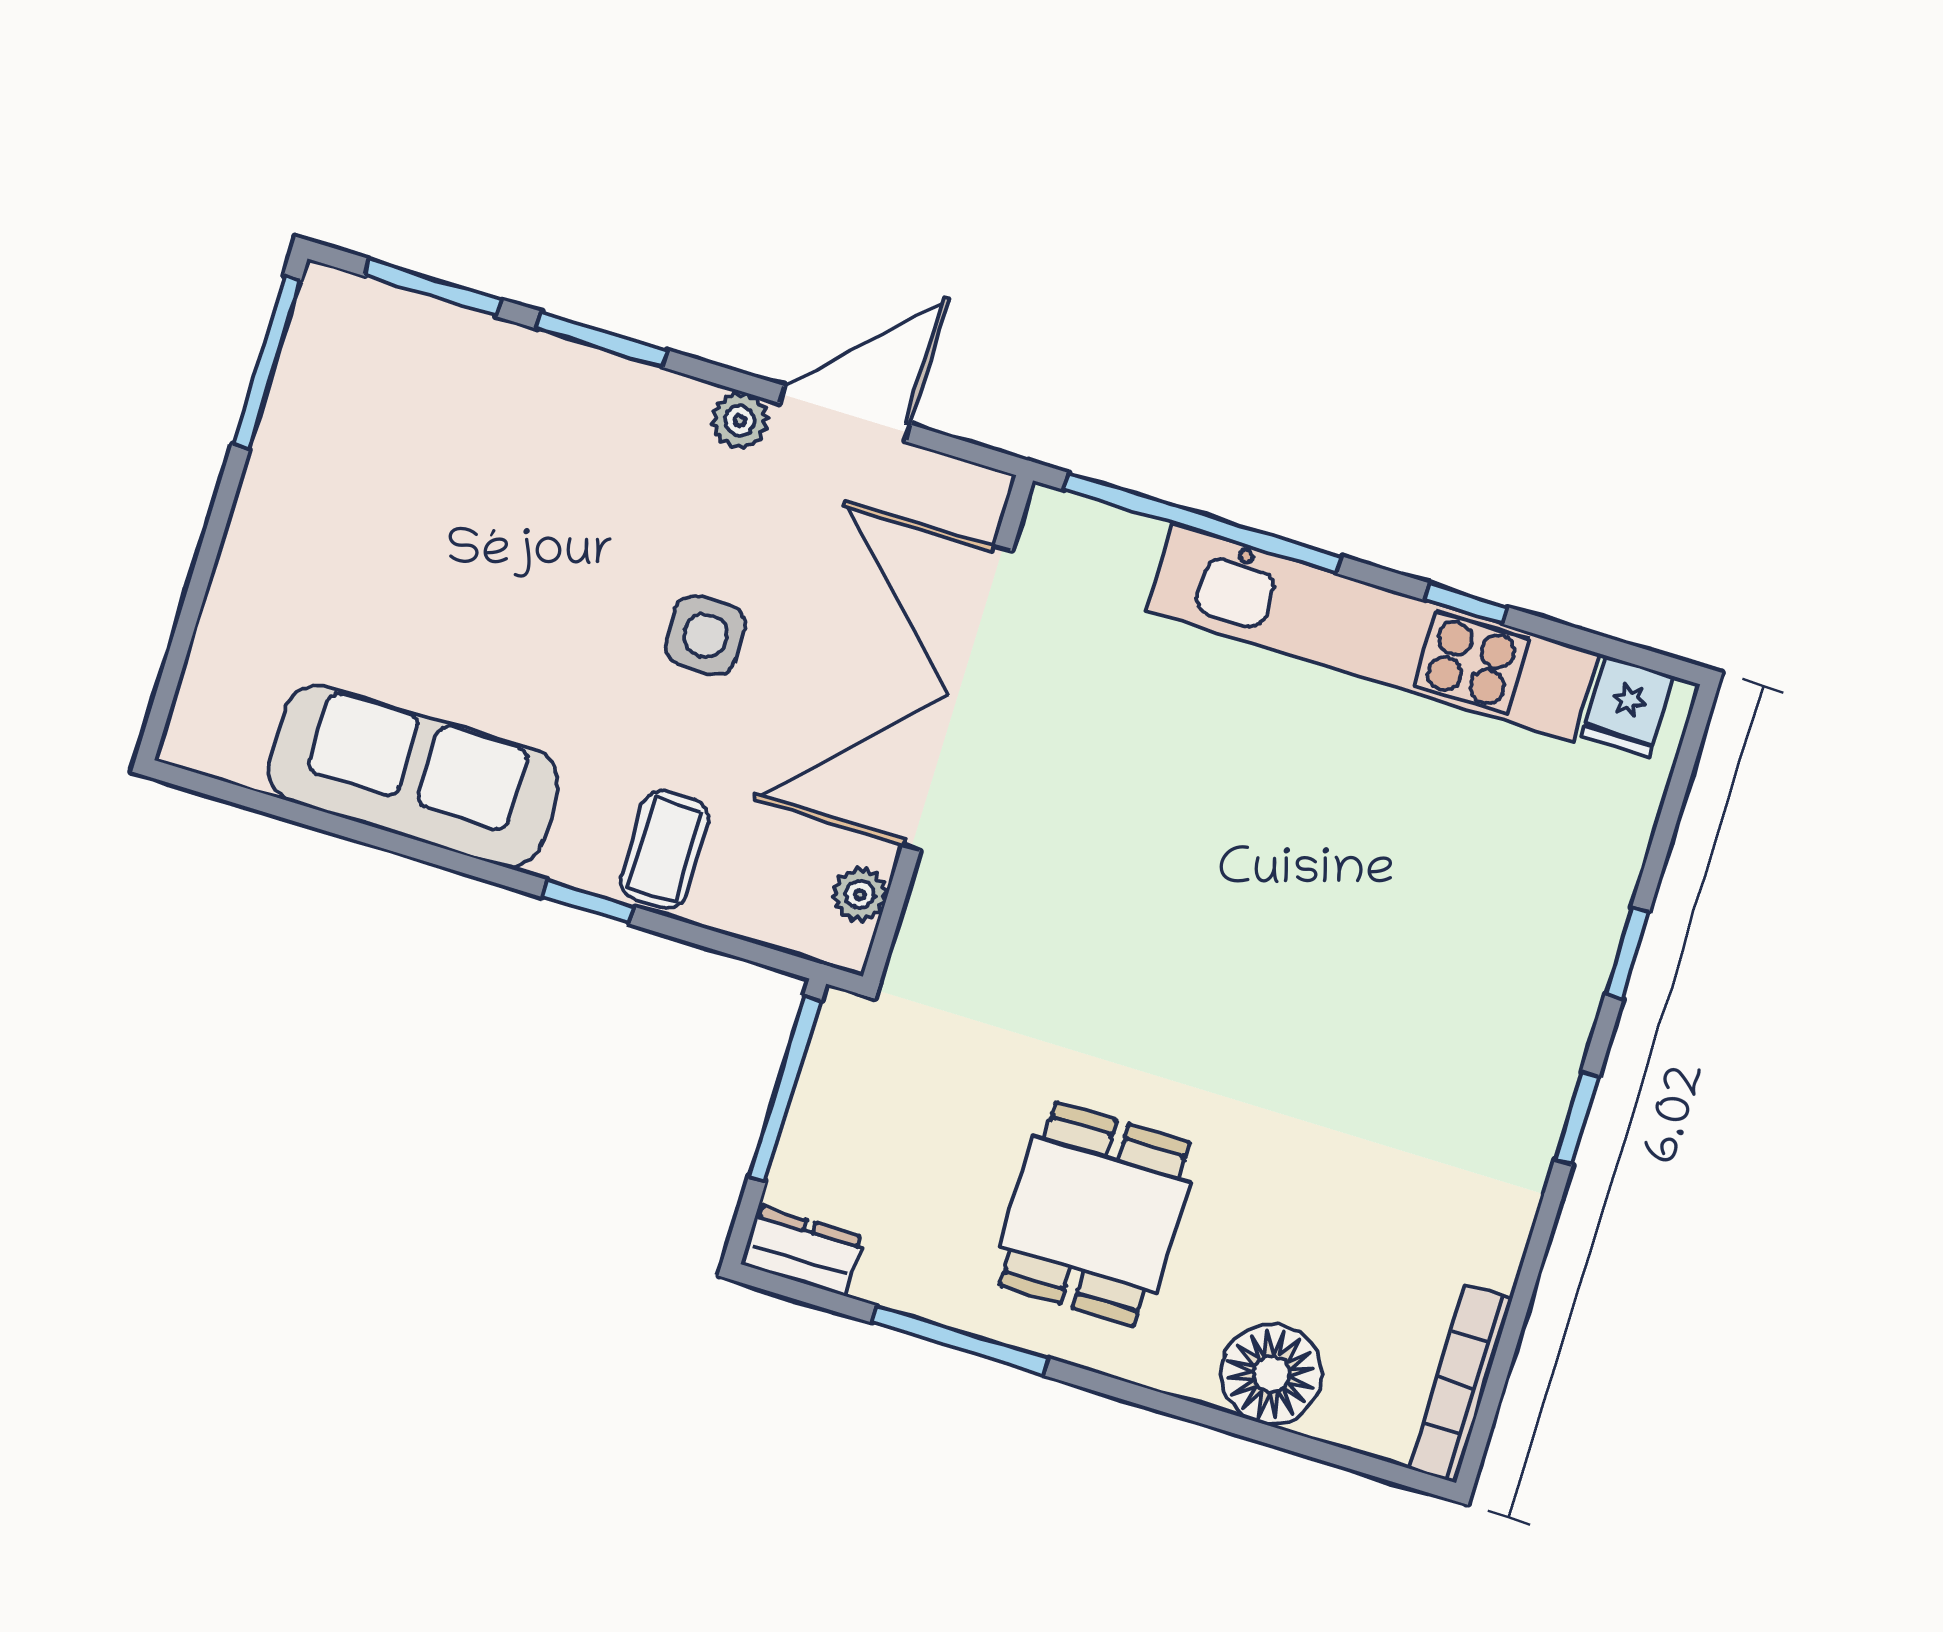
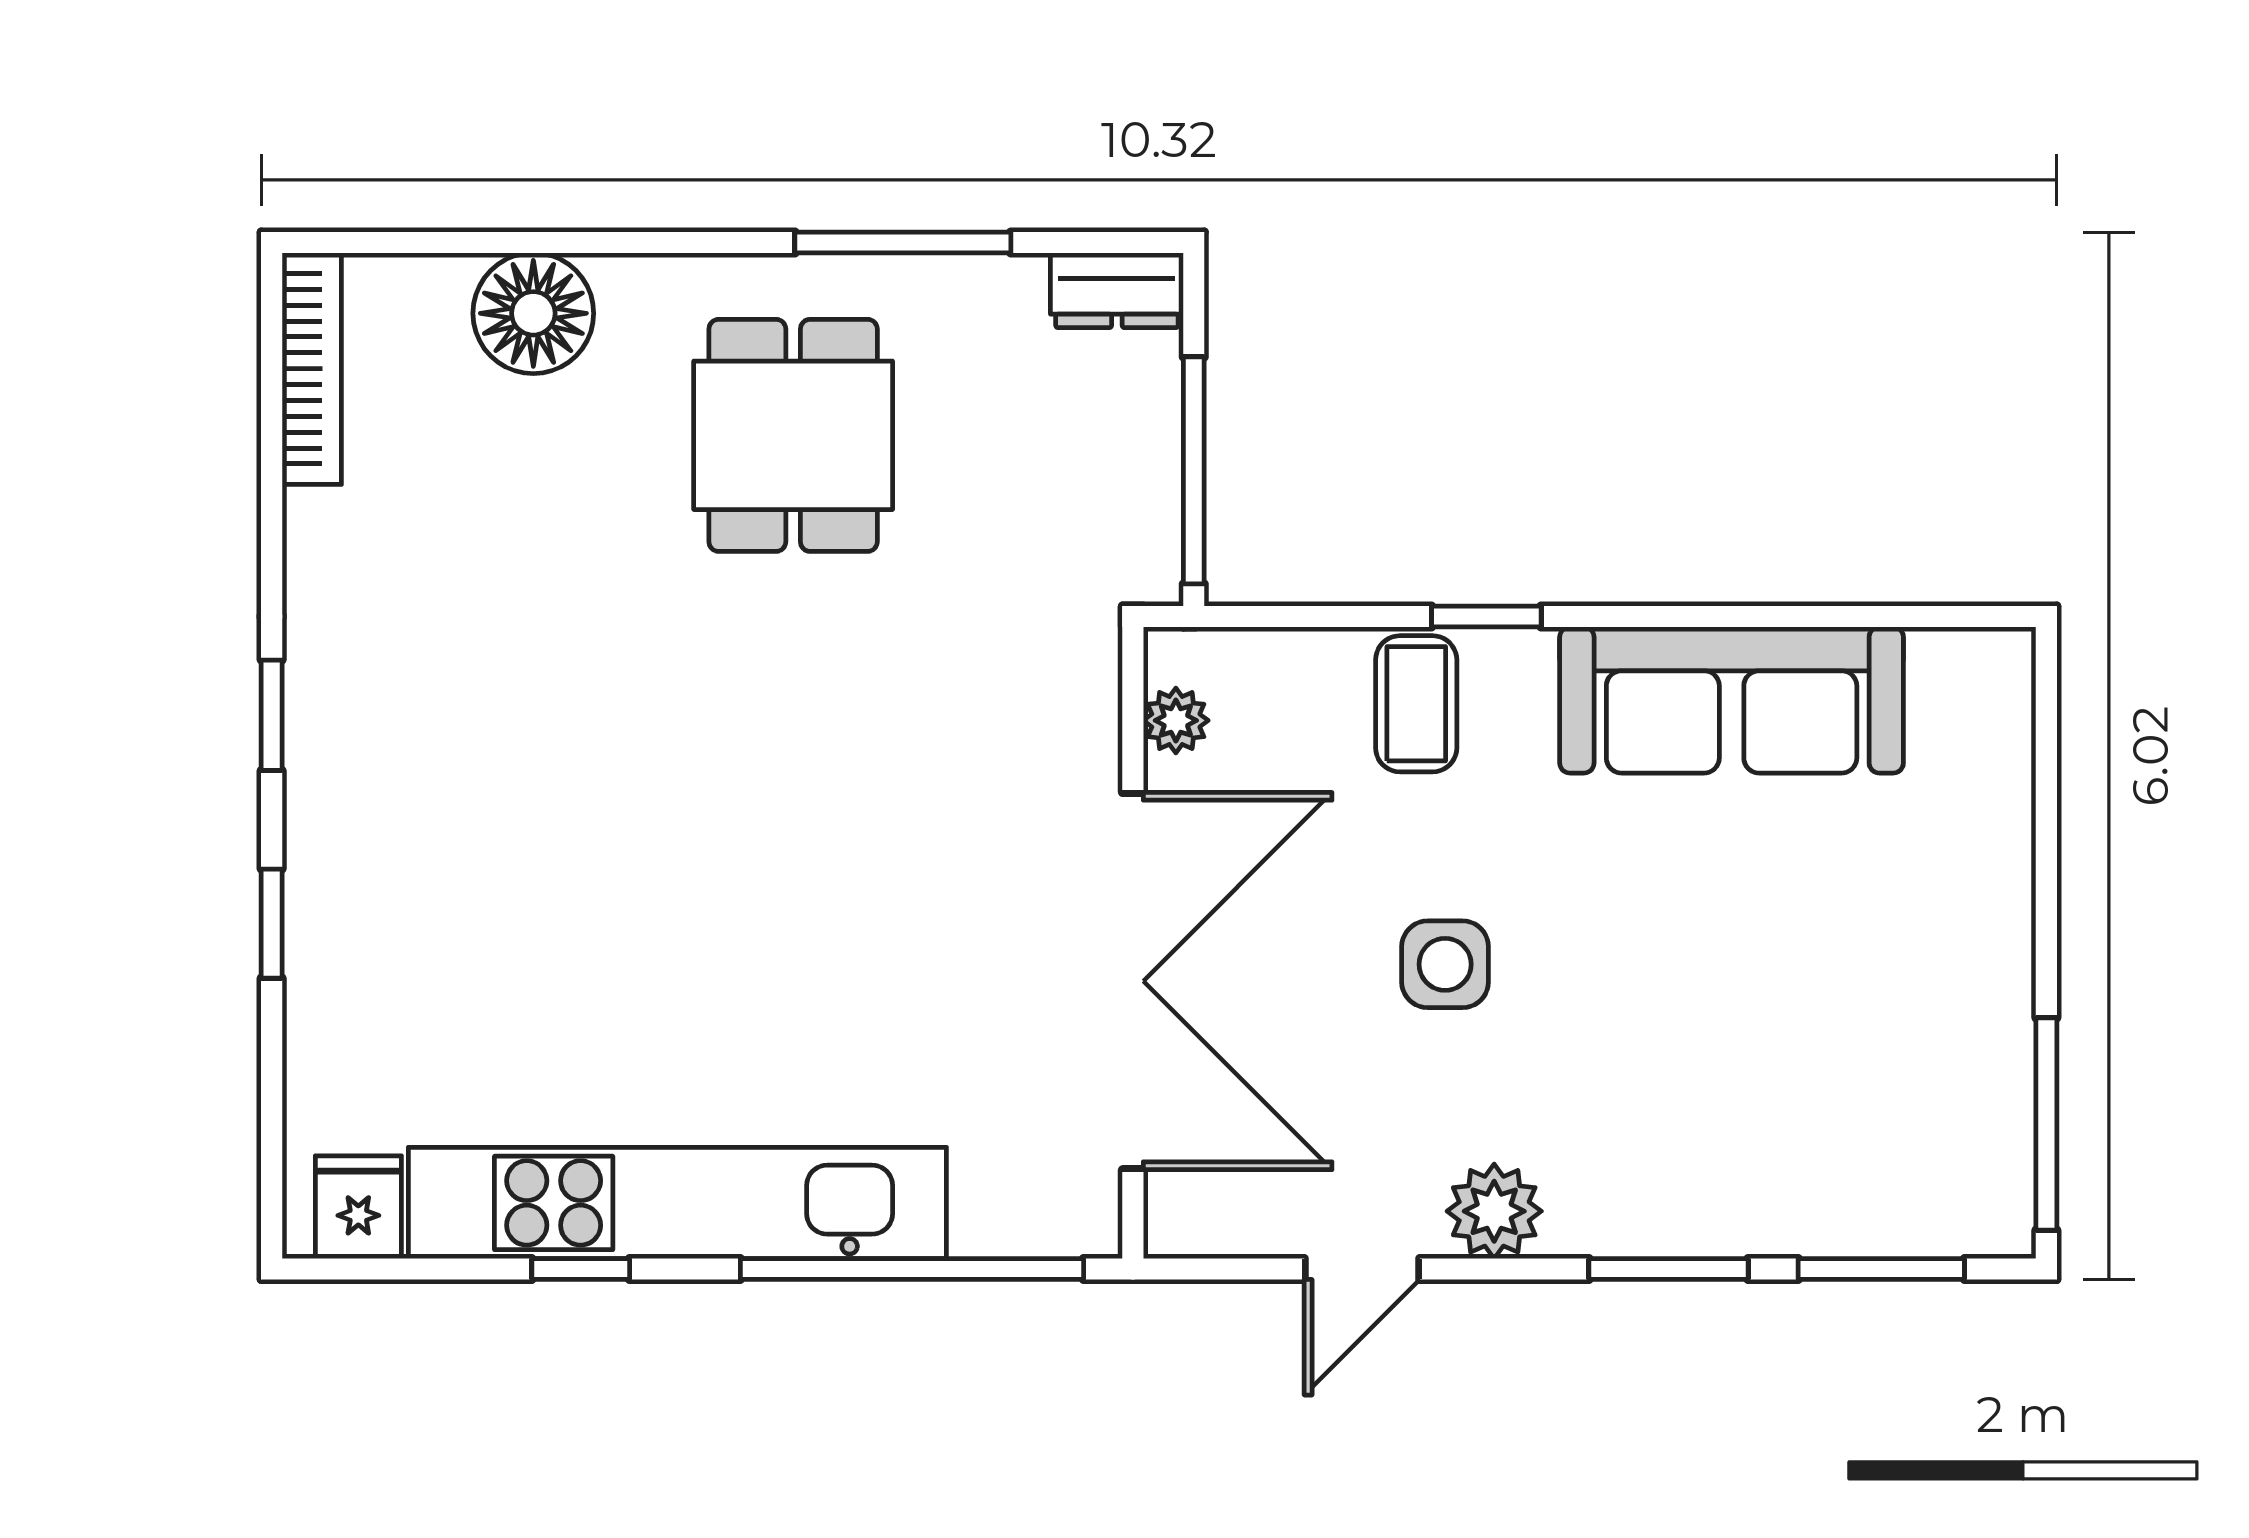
door: (845, 414) -> (1362, 1269), width x0.73
plant: (740, 420) -> (1494, 1211), width x1.38, depth x1.38

